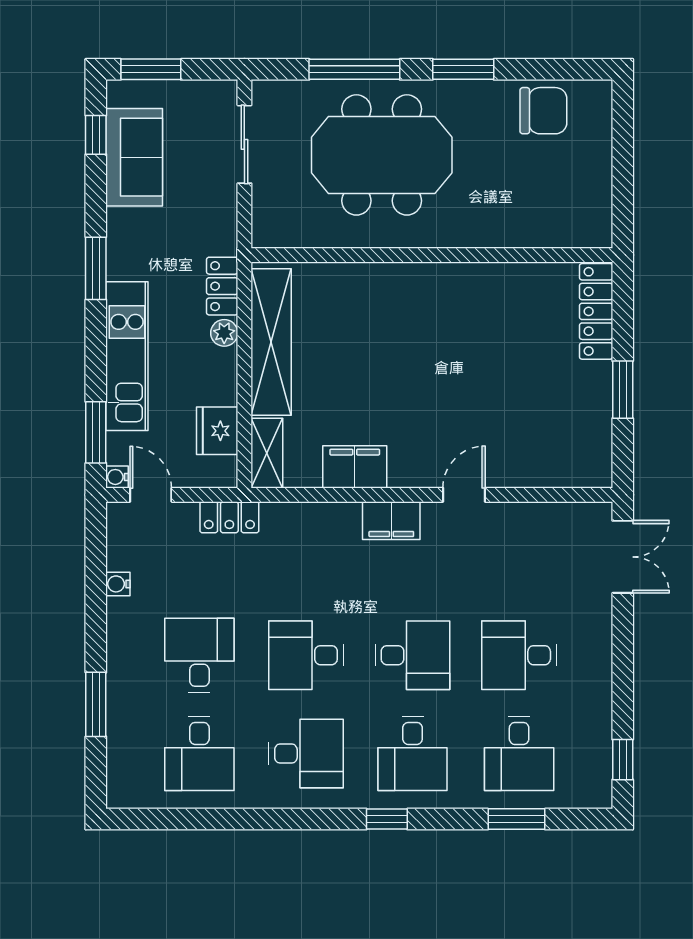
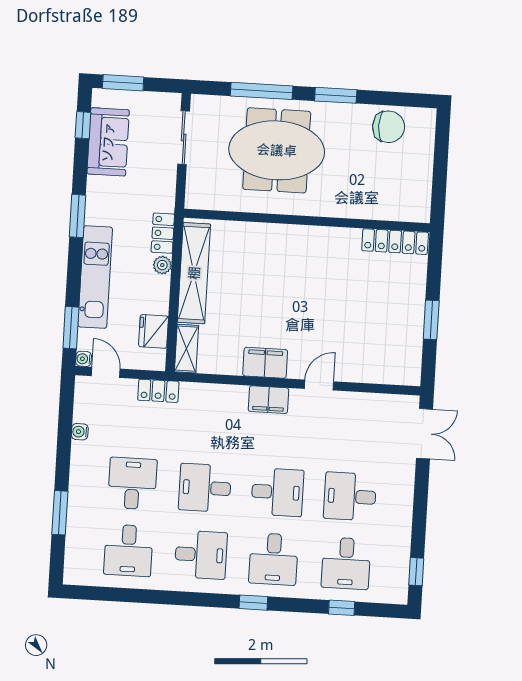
locker: (596, 311) -> (395, 242), moved, turned -90
filing cabinet: (355, 467) -> (265, 363), moved
window: (516, 819) -> (342, 608), width x0.67

